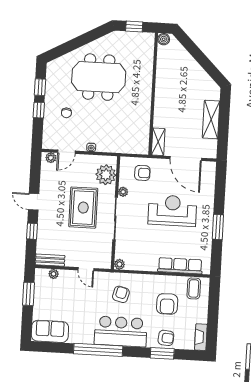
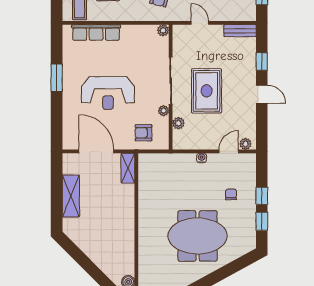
plant: (106, 175) -> (178, 123), width x0.53, depth x0.53
plant: (54, 274) -> (235, 16), removed

